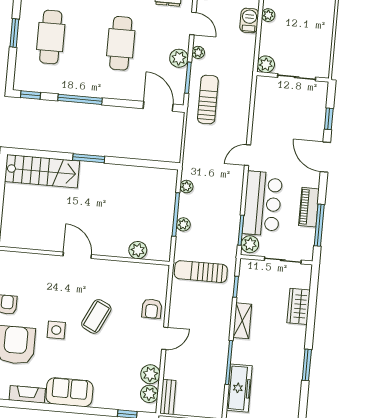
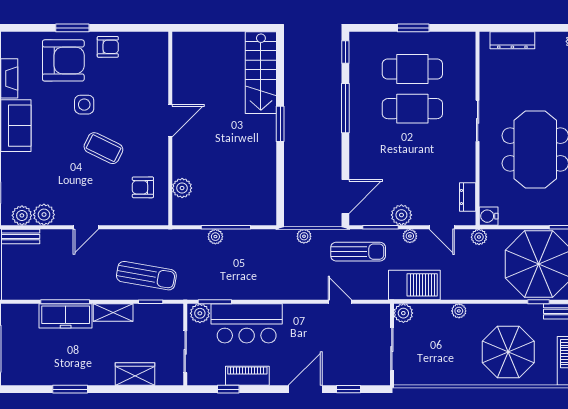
barbecue: (249, 21) -> (414, 285), moved, width x1.88, depth x1.53
door: (193, 24) -> (442, 227), hinge flipped
cafe table: (121, 43) -> (412, 109), moved
door: (248, 155) -> (340, 302), moved
plant: (186, 187) -> (304, 236), moved
window: (319, 225) -> (228, 389), width x0.46
sun lounger: (201, 272) -> (146, 276), moved, turned 100
armchair: (152, 309) -> (143, 187), moved
door: (165, 338) -> (86, 227), hinge flipped
freezer: (239, 388) -> (66, 316), moved

